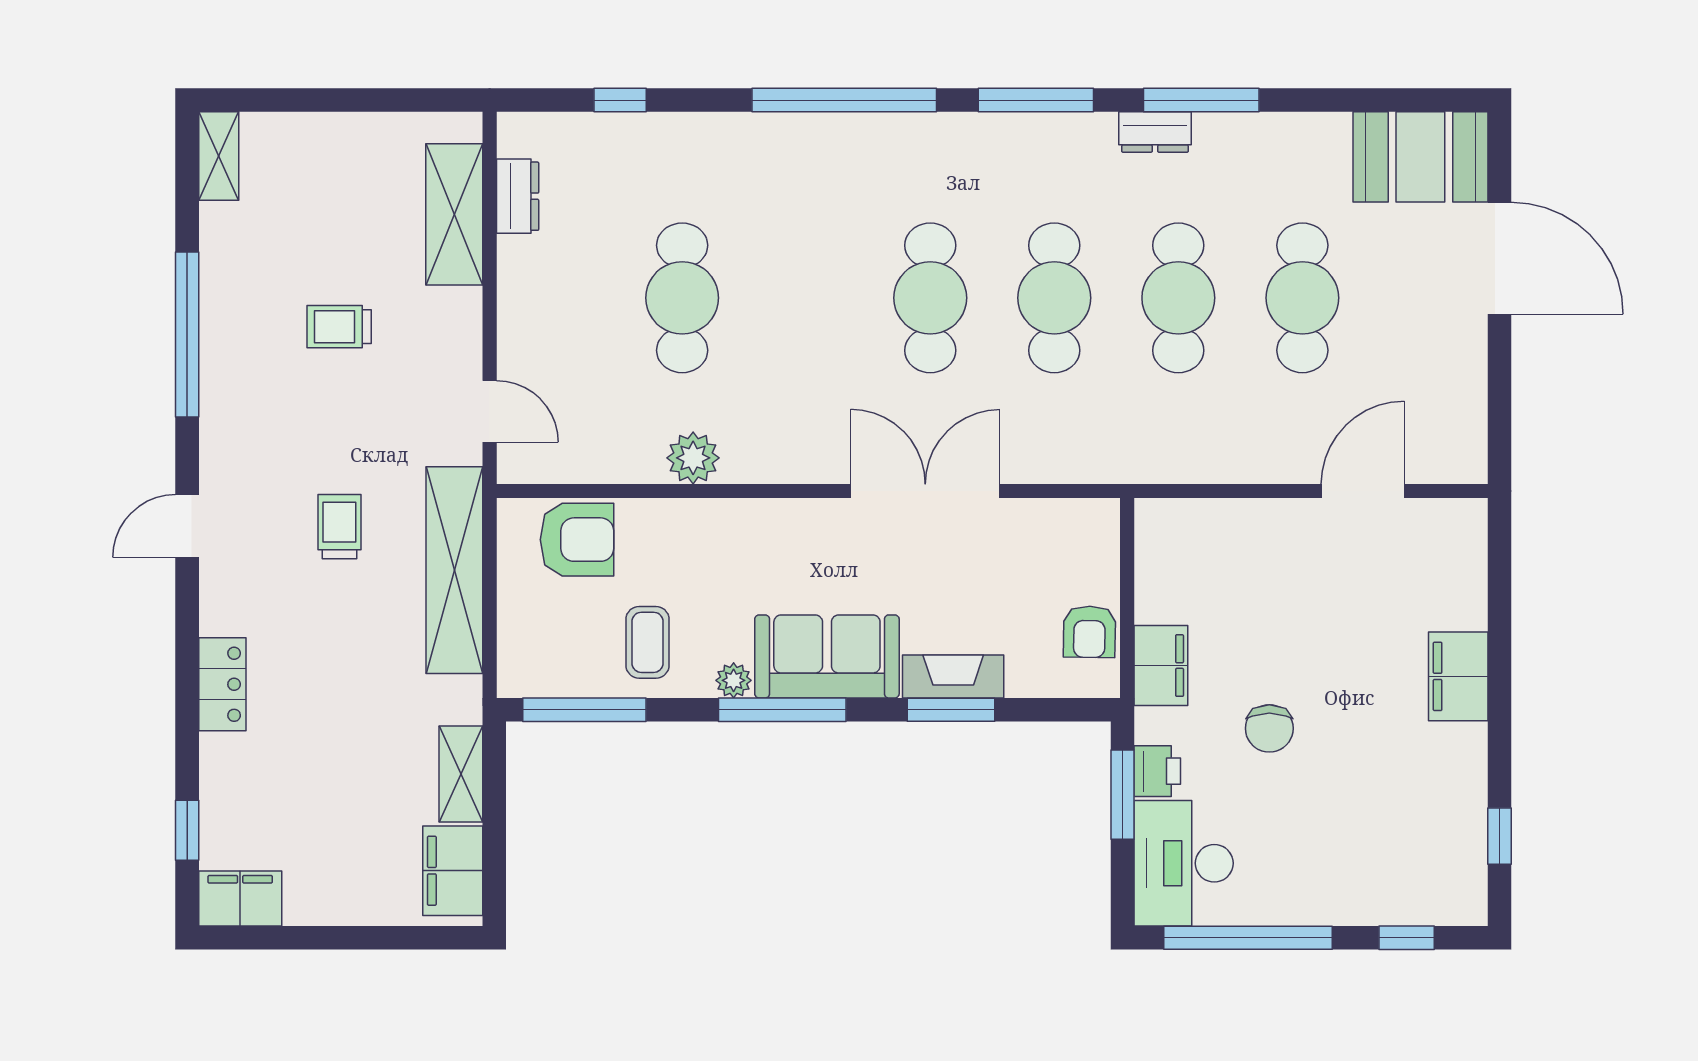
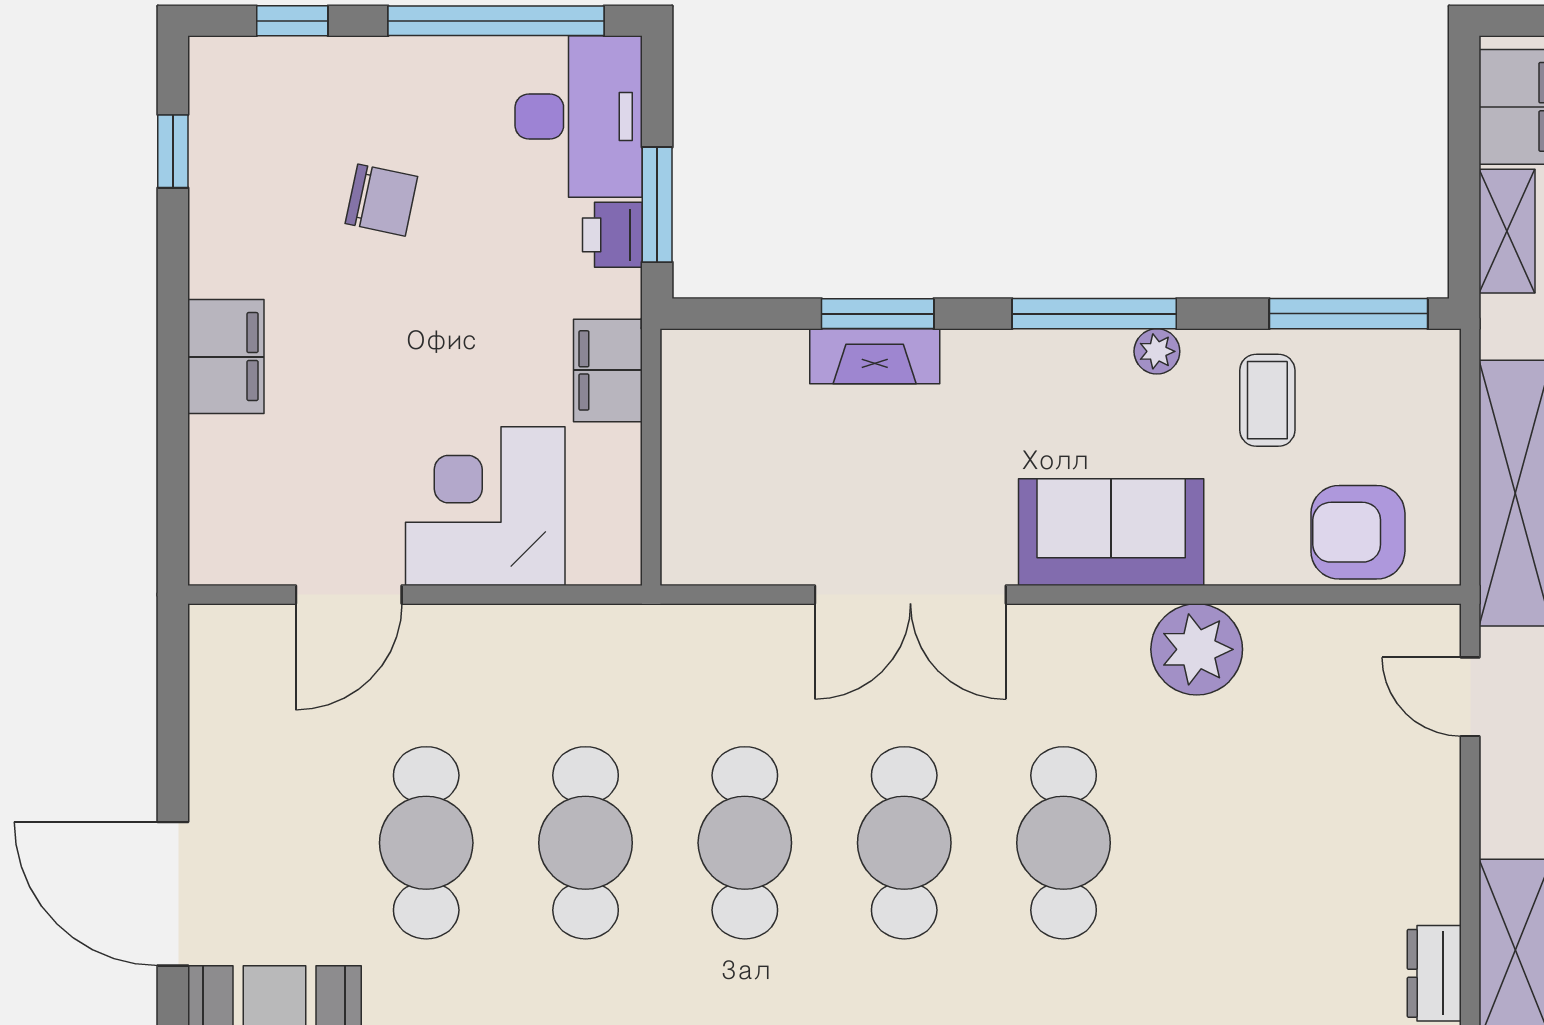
cafe table: (682, 298) -> (1064, 843), moved
plant: (693, 458) -> (1197, 649), width x1.36, depth x1.36
corner desk: (1256, 560) -> (485, 506), added
armchair: (1089, 632) -> (700, 414), removed
sofa: (827, 656) -> (1111, 532), moved, turned 180
chair: (1269, 728) -> (381, 200), moved, turned 102

